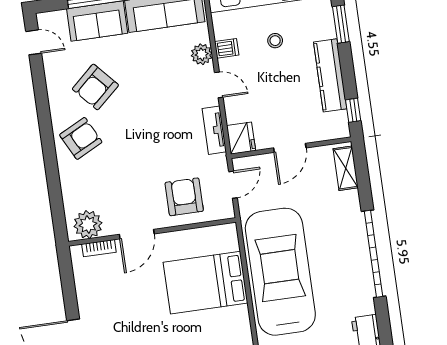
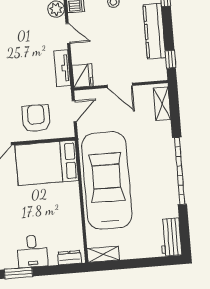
door: (290, 148) -> (120, 85), hinge flipped
bed: (206, 283) -> (47, 163), moved

